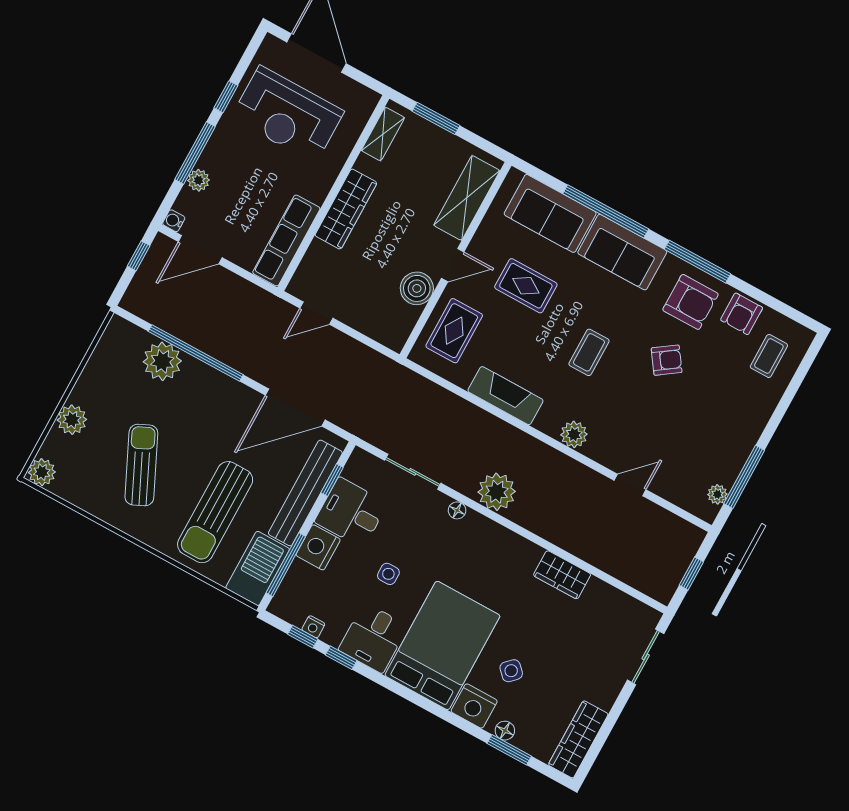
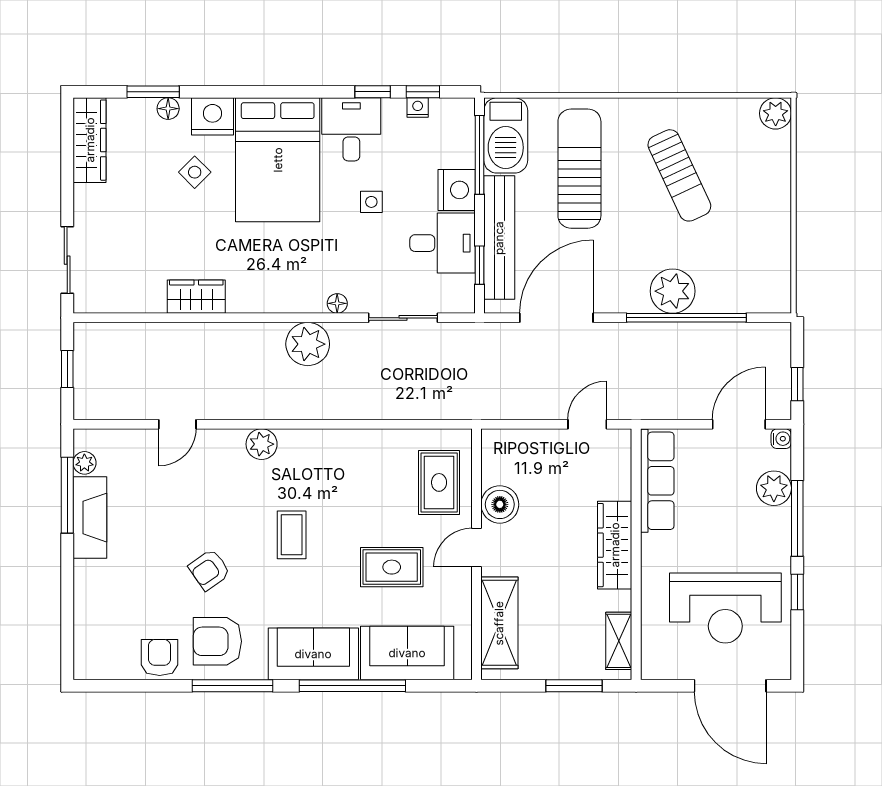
reception desk: (288, 115) -> (725, 608), turned 180
plant: (199, 180) -> (774, 488), width x1.38, depth x1.38
coffee table: (769, 356) -> (109, 630), removed
plant: (162, 361) -> (673, 291), moved
fireplace: (505, 396) -> (90, 518), moved, turned -90
plant: (72, 420) -> (774, 183), removed

